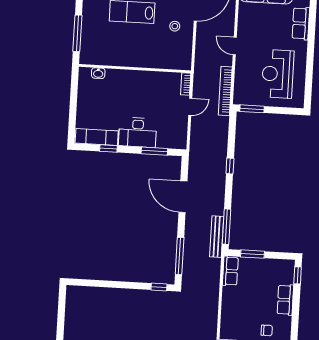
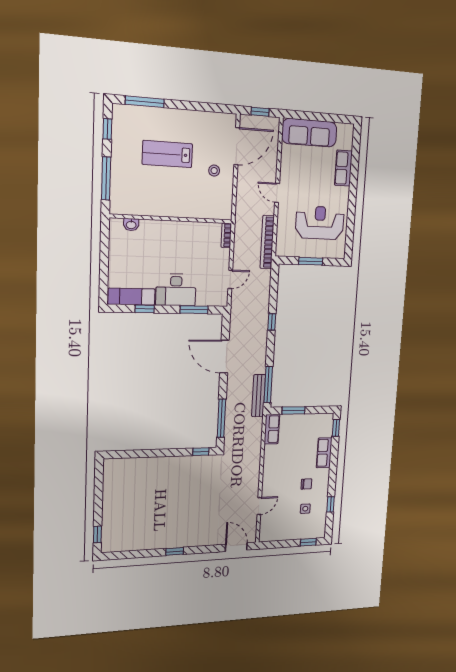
reception desk: (278, 74) -> (320, 223), turned 90
door: (190, 107) -> (230, 279), moved
window: (252, 109) -> (311, 261), moved

